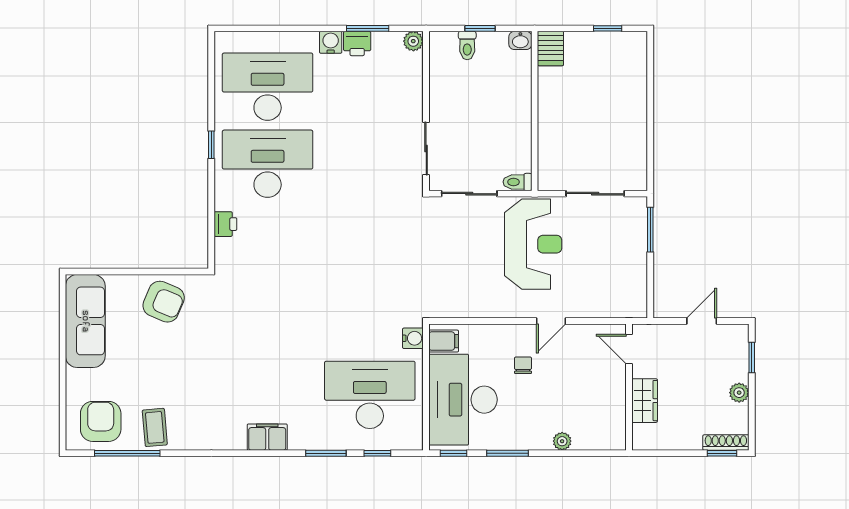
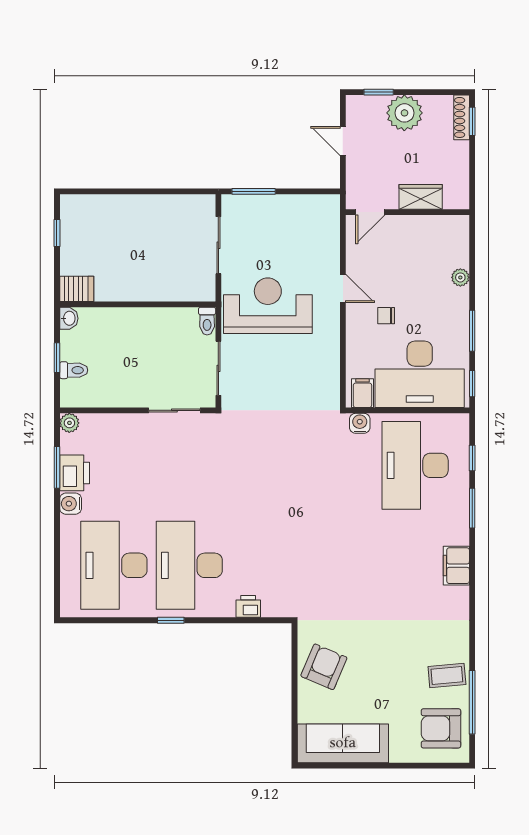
printer: (357, 43) -> (75, 473), width x1.36, depth x1.24
plant: (739, 393) -> (404, 113), width x1.87, depth x1.87

